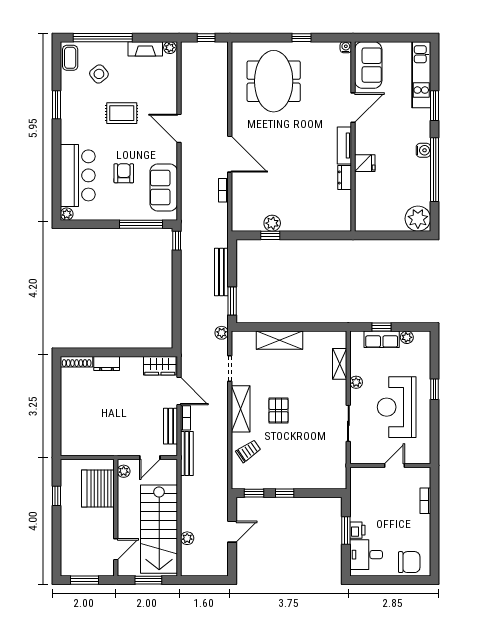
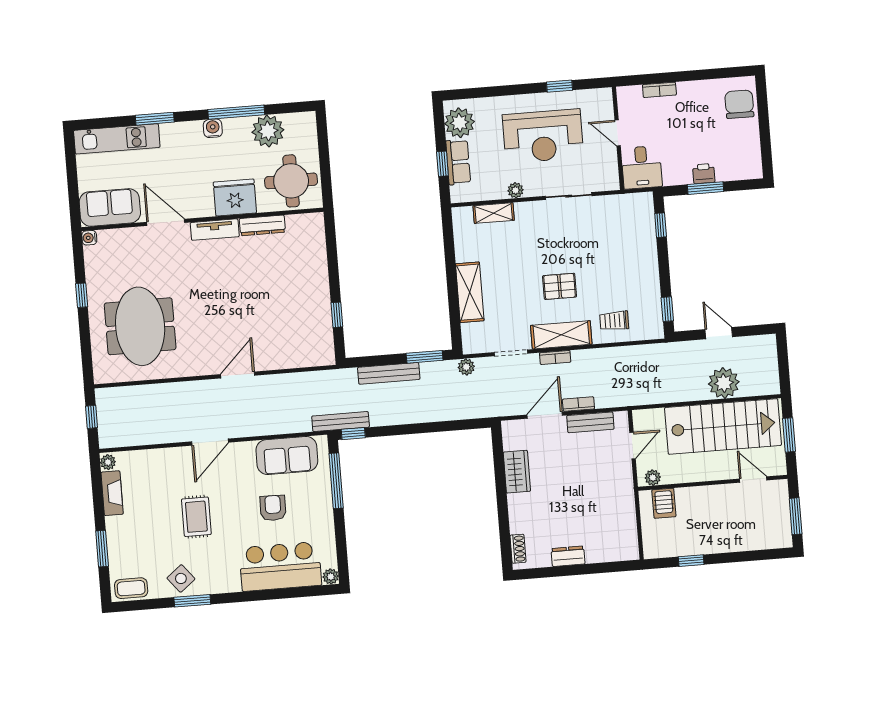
window: (103, 38) -> (102, 549), width x0.47
side table: (99, 74) -> (181, 578), moved
meeting table: (274, 81) -> (140, 326), turned 90
door: (230, 154) -> (238, 375), width x0.73
fridge: (365, 163) -> (235, 197), width x1.88, depth x1.34
window: (434, 170) -> (236, 112), width x0.68
armchair: (124, 173) -> (273, 508), turned 91
dresser: (345, 177) -> (262, 225), width x1.44
bookcase: (223, 190) -> (555, 357), moved
round table: (377, 208) -> (291, 181), added
plant: (418, 219) -> (268, 131), moved
plant: (272, 223) -> (321, 314), removed
plant: (407, 337) -> (459, 123), width x1.88, depth x1.88
shoe rack: (77, 362) -> (518, 549), width x0.70
dresser: (107, 363) -> (568, 556), moved, turned -90
wardrobe: (160, 366) -> (517, 472), moved
window: (434, 389) -> (559, 86), moved
trolley: (248, 451) -> (614, 321), turned -56
bench: (187, 454) -> (341, 422), moved
door: (150, 458) -> (633, 446), hinge flipped
server rack: (98, 488) -> (664, 503), width x0.46, depth x0.70
window: (285, 493) -> (661, 225), moved
plant: (187, 538) -> (724, 383), width x1.88, depth x1.88
desk: (366, 555) -> (642, 167), moved

